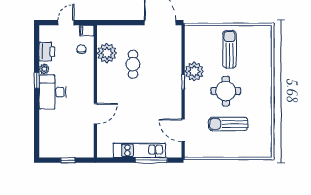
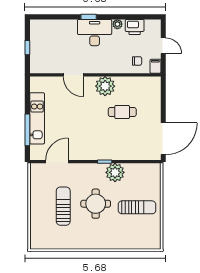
plant: (107, 53) -> (105, 86), moved
window: (37, 80) -> (89, 17), moved

